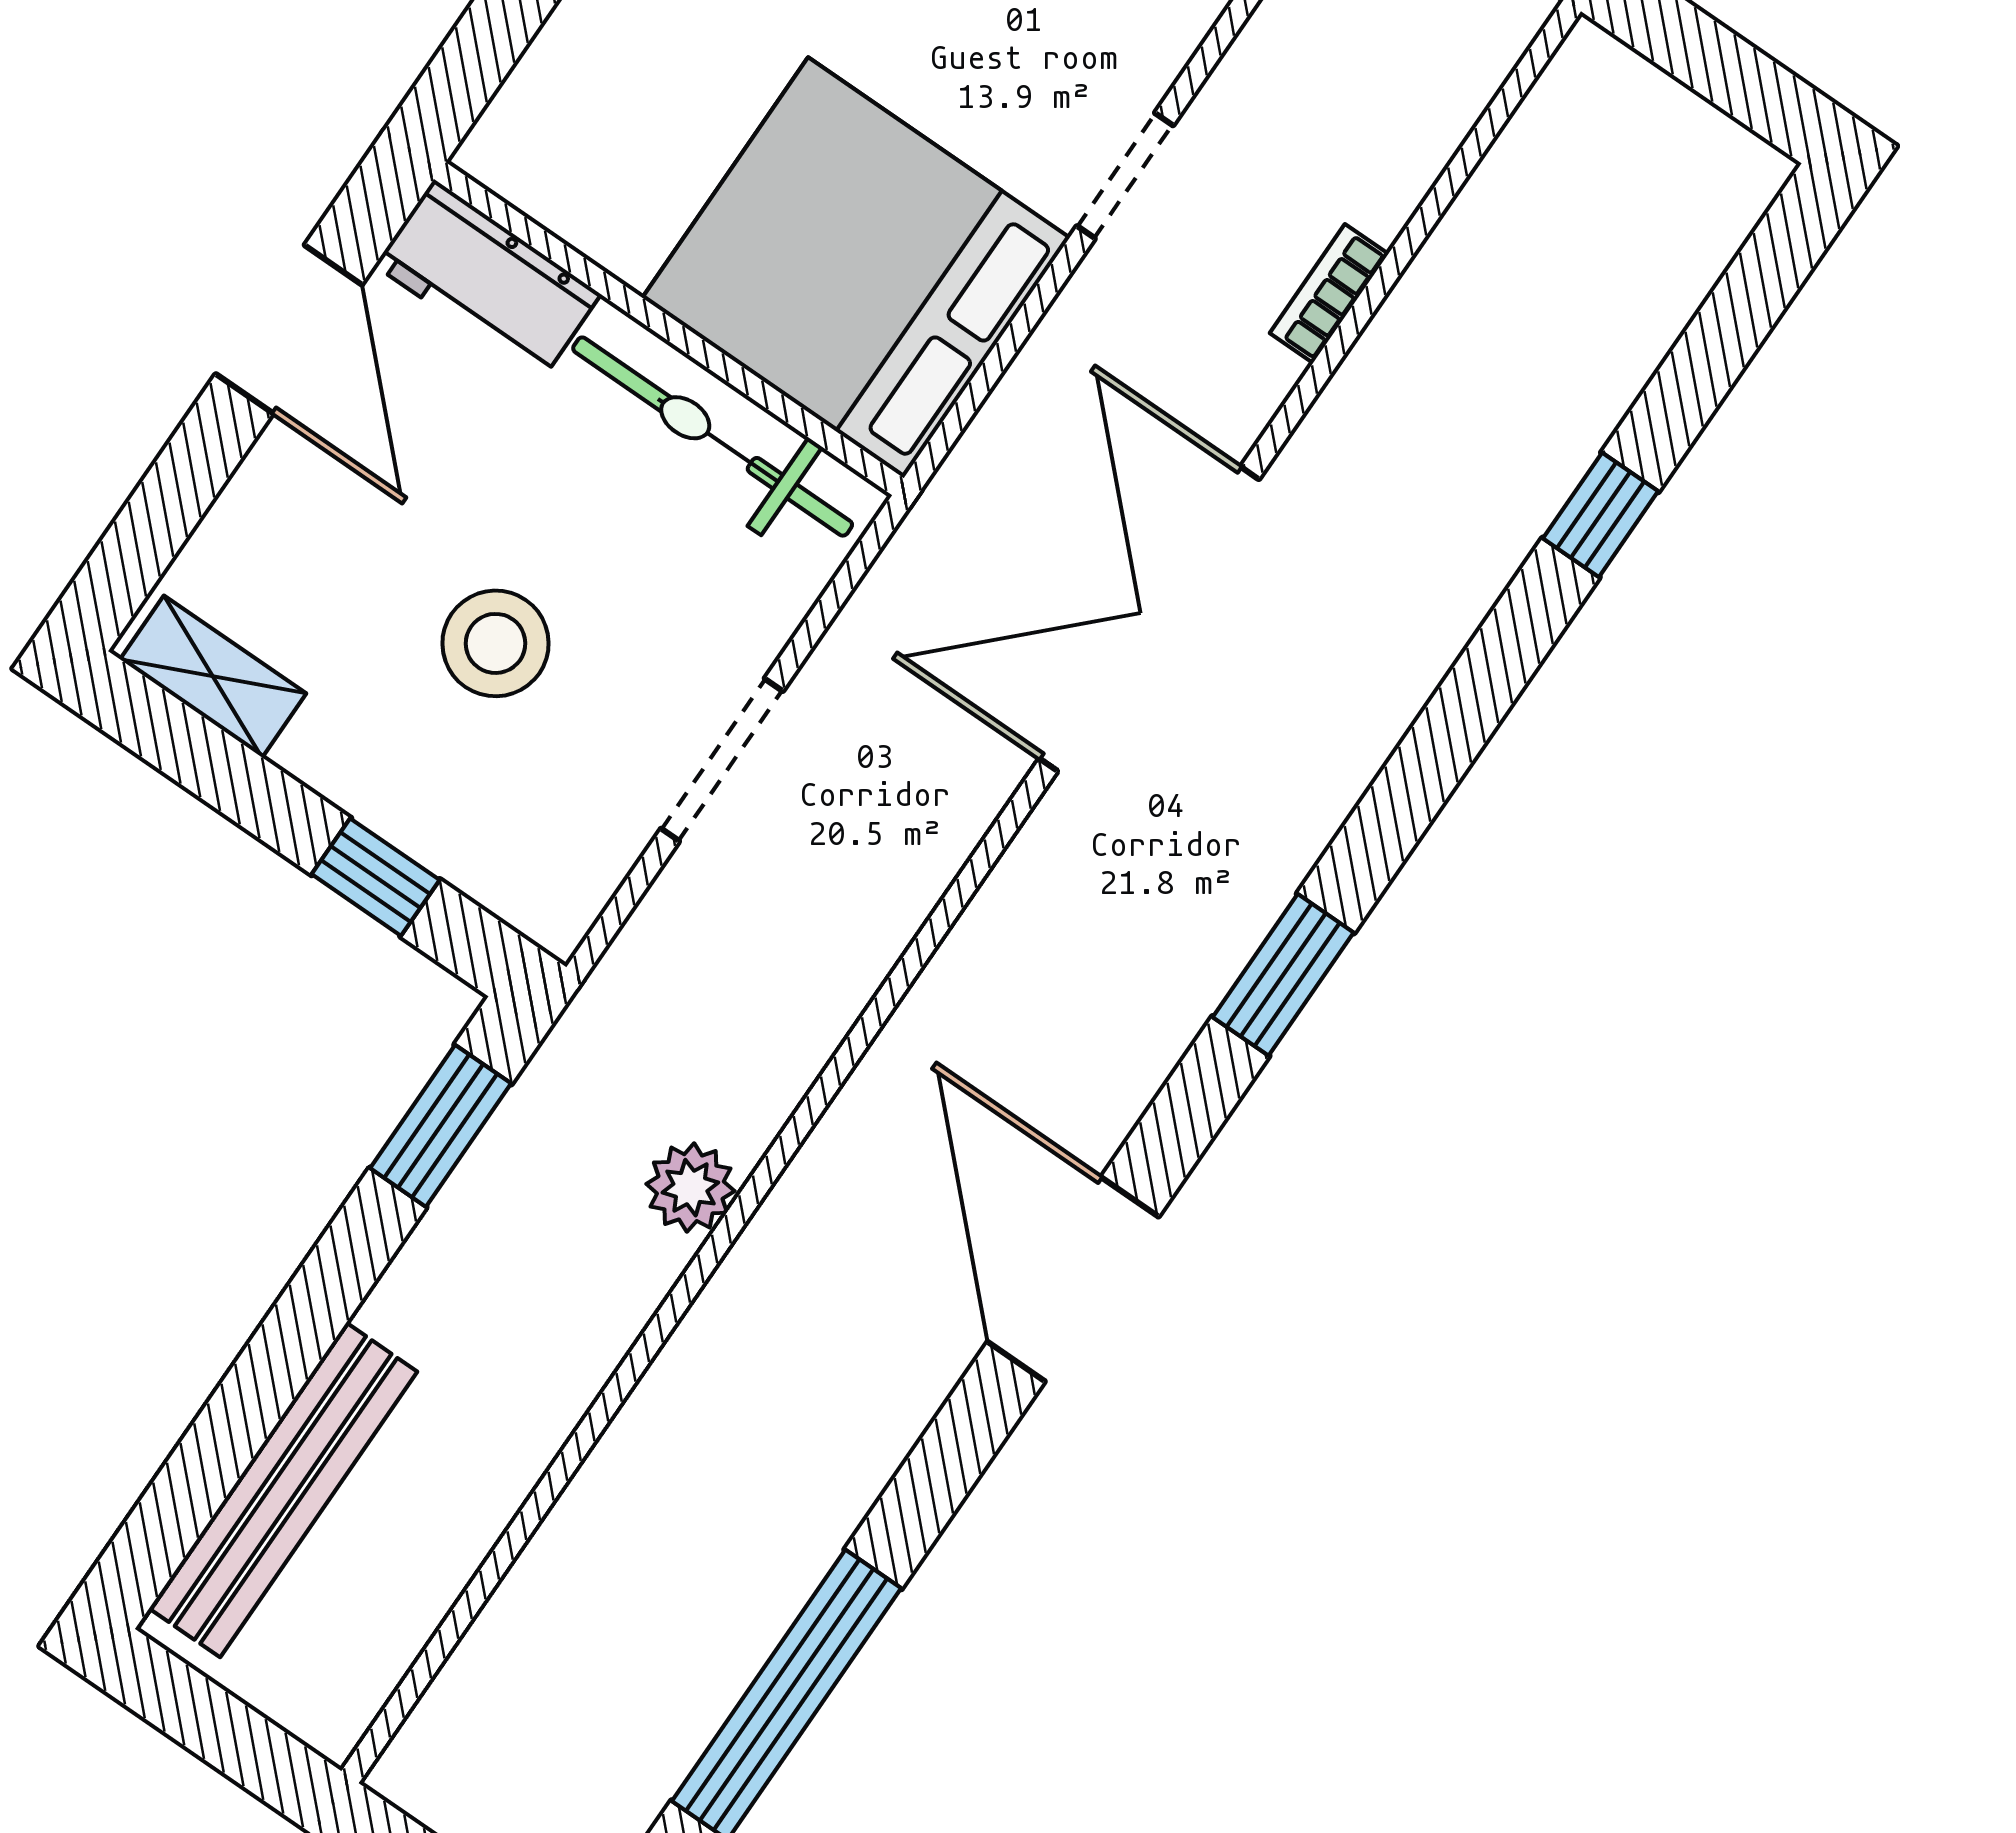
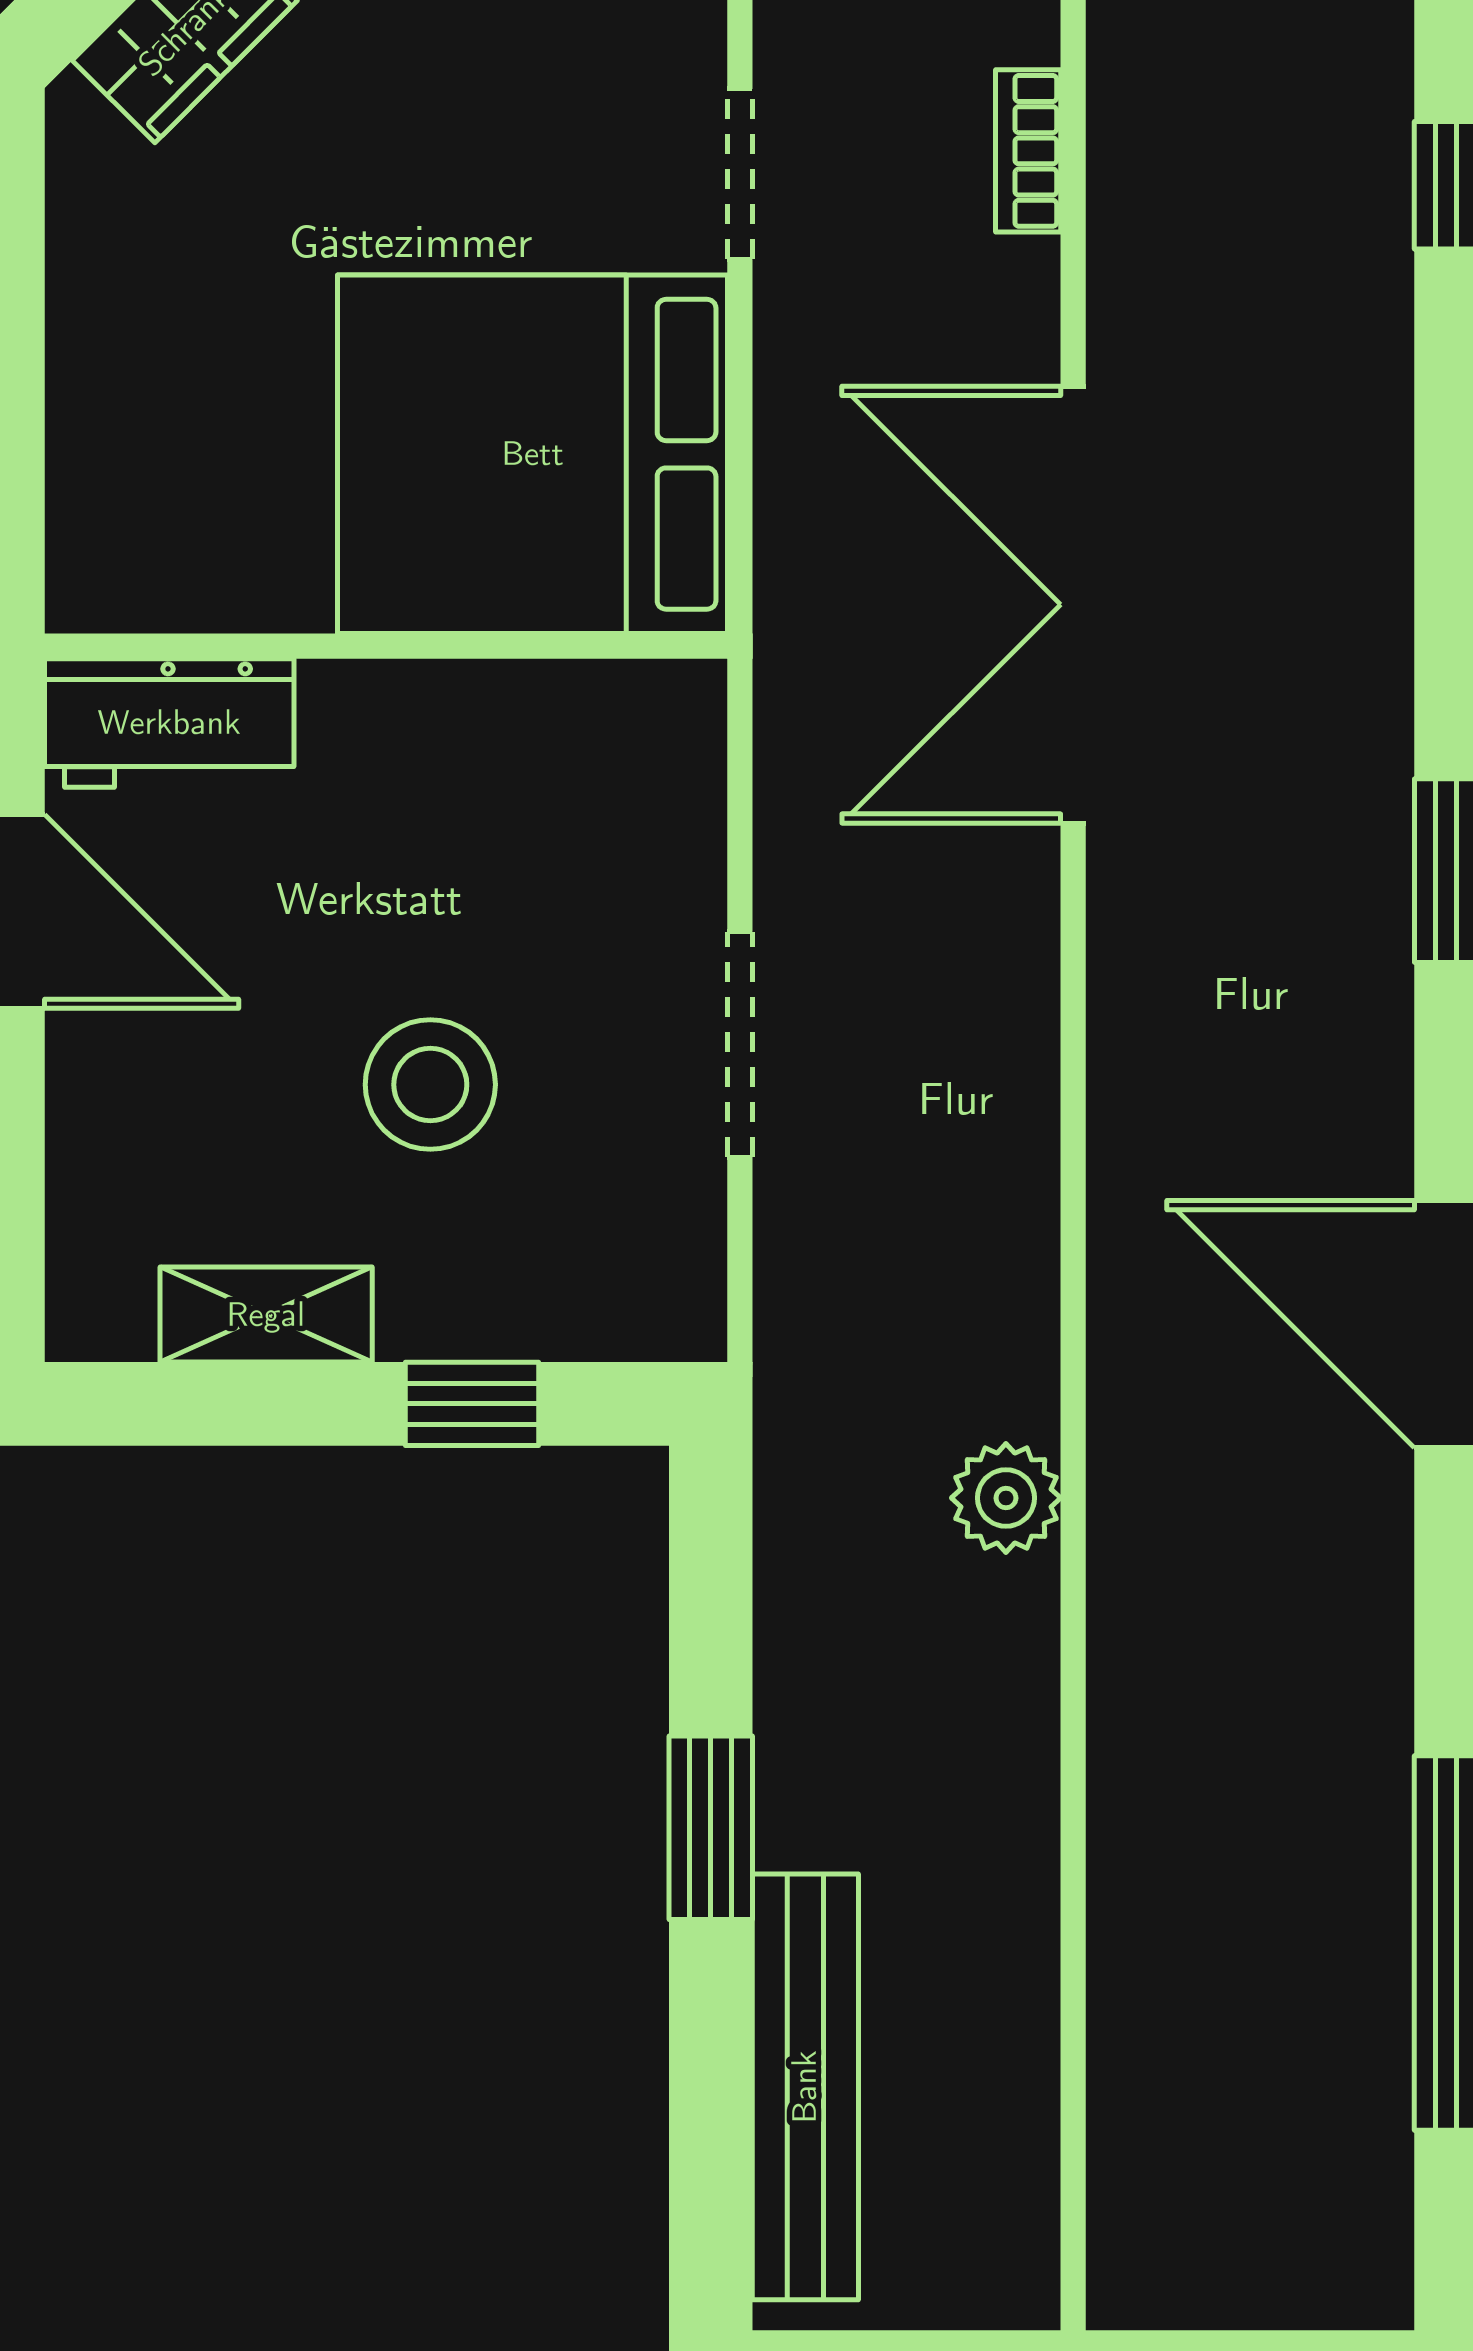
bicycle: (713, 437) -> (505, 725), removed
shelving: (213, 676) -> (266, 1315), moved
window: (441, 1126) -> (711, 1828), moved

